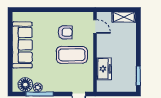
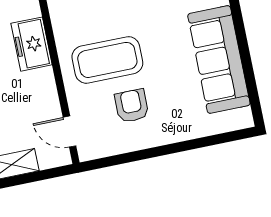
armchair: (65, 32) -> (132, 106), turned 90

